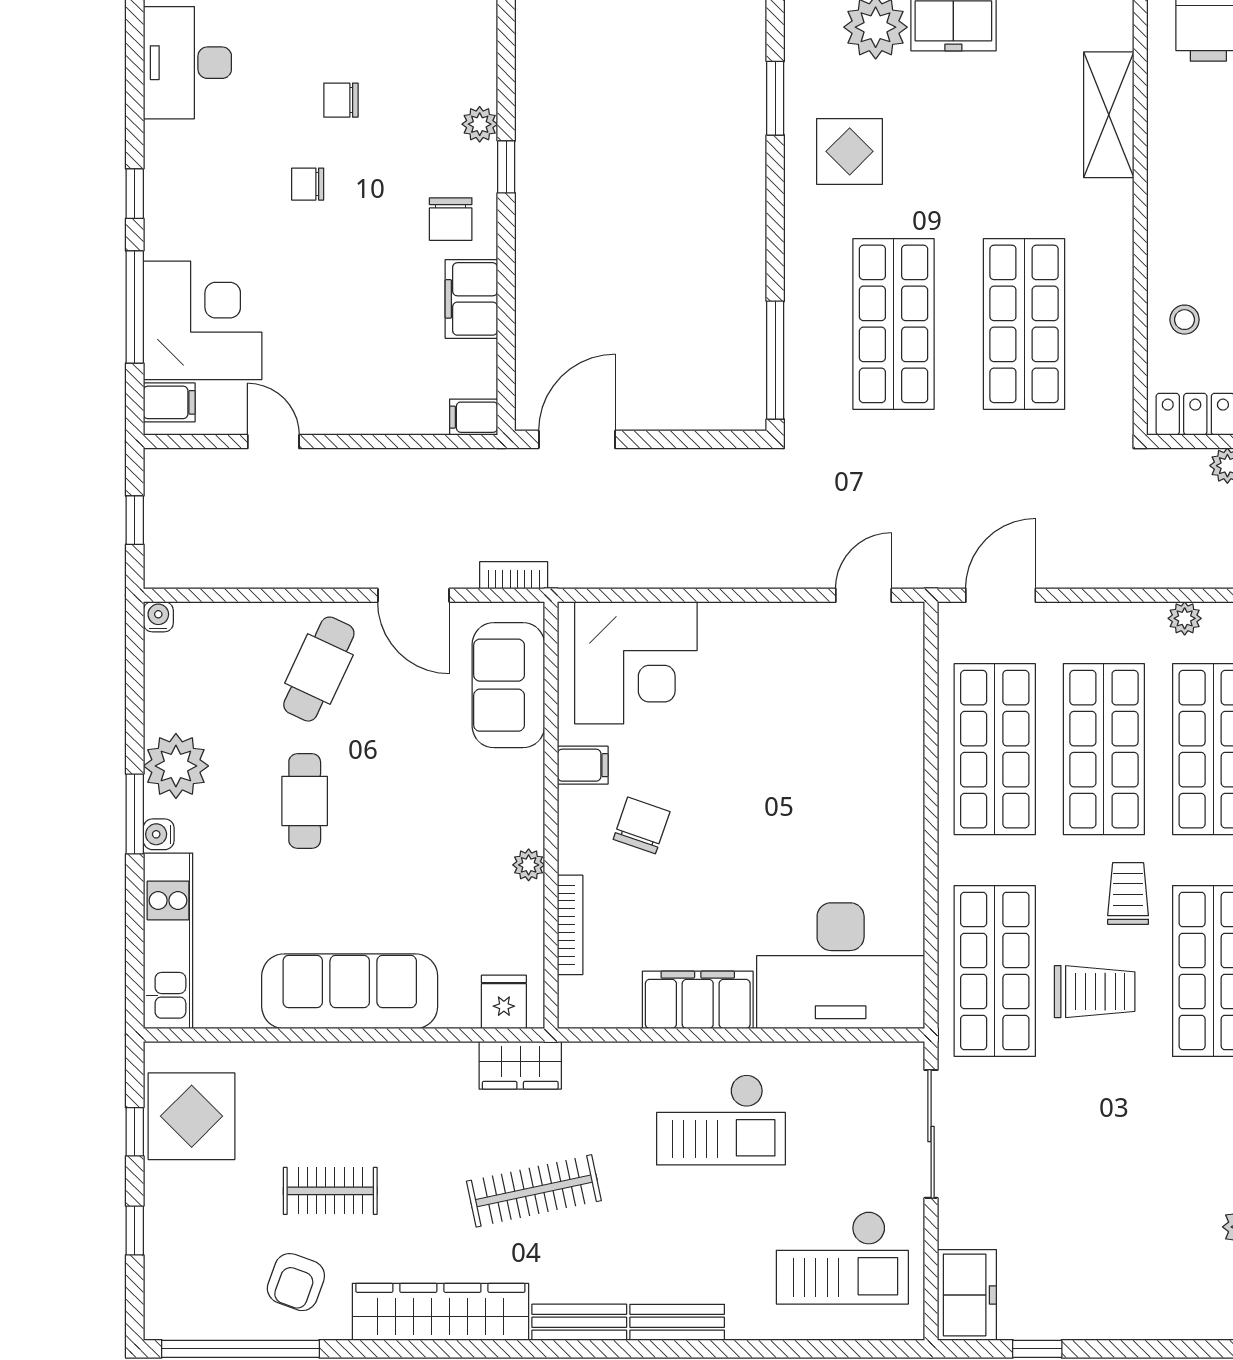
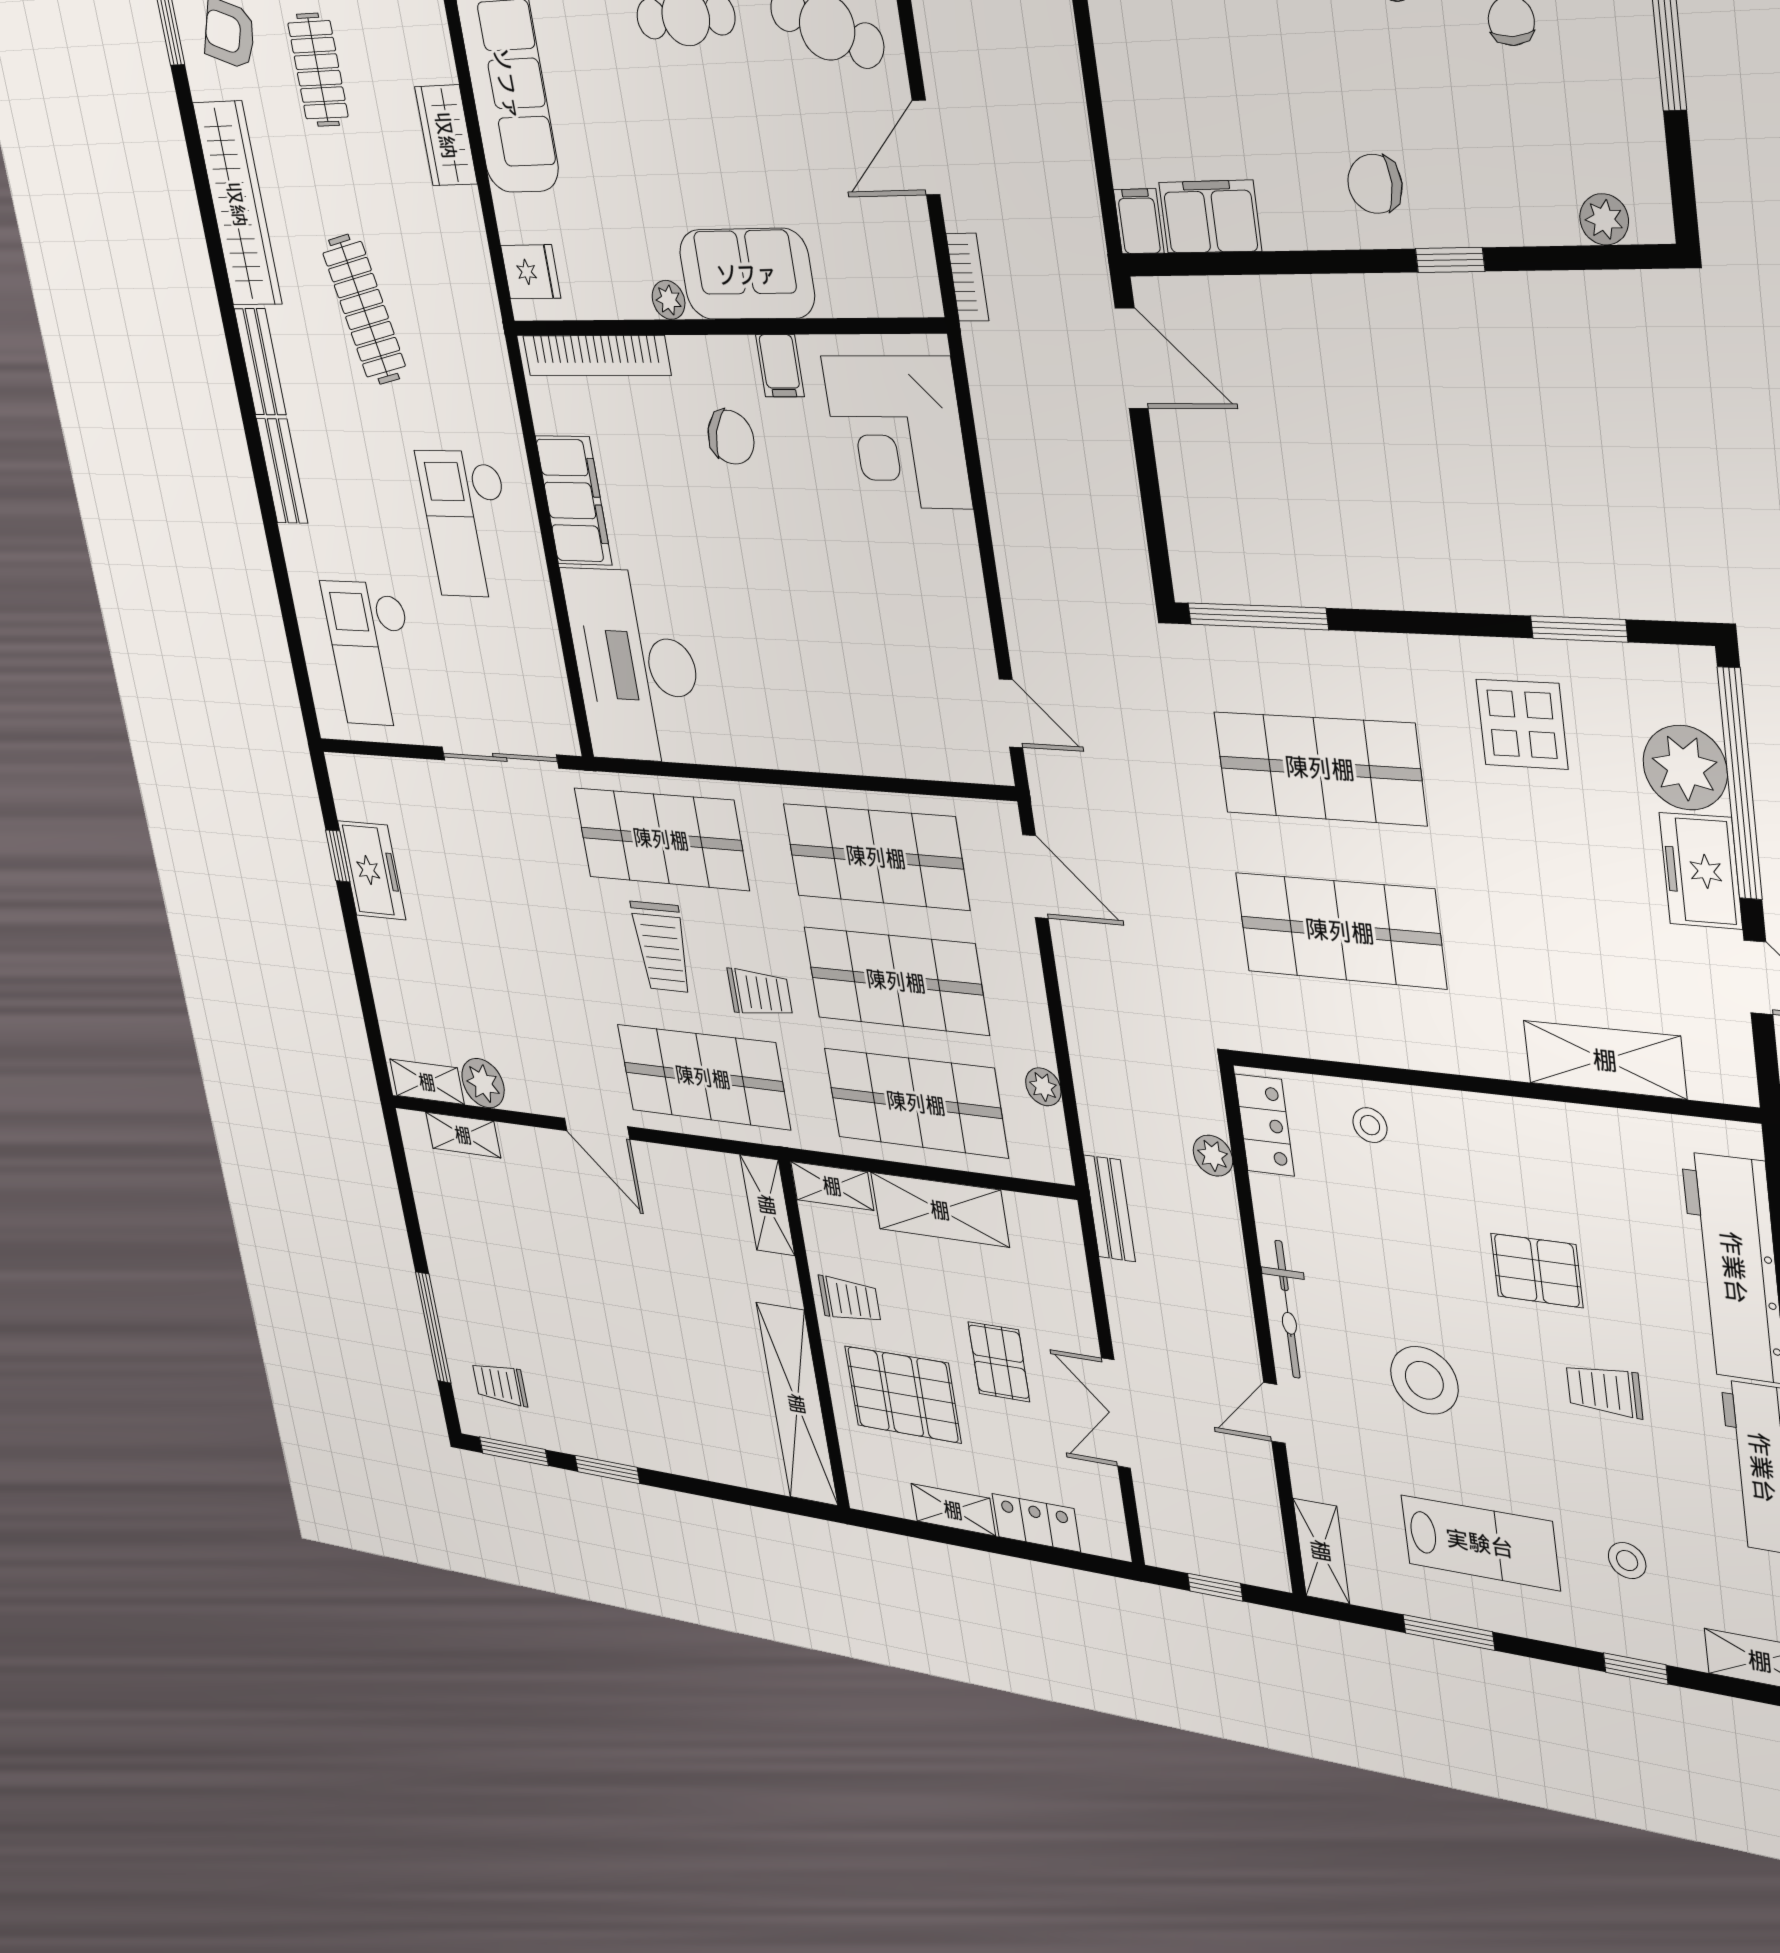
plant: (480, 124) -> (1604, 219), moved
filing cabinet: (471, 299) -> (1210, 217), moved
sofa: (508, 685) -> (747, 274), moved
bookcase: (570, 925) -> (596, 355), width x1.48, depth x1.31
wardrobe: (520, 1065) -> (446, 135), moved
freezer: (967, 1295) -> (372, 870), moved, turned -90

